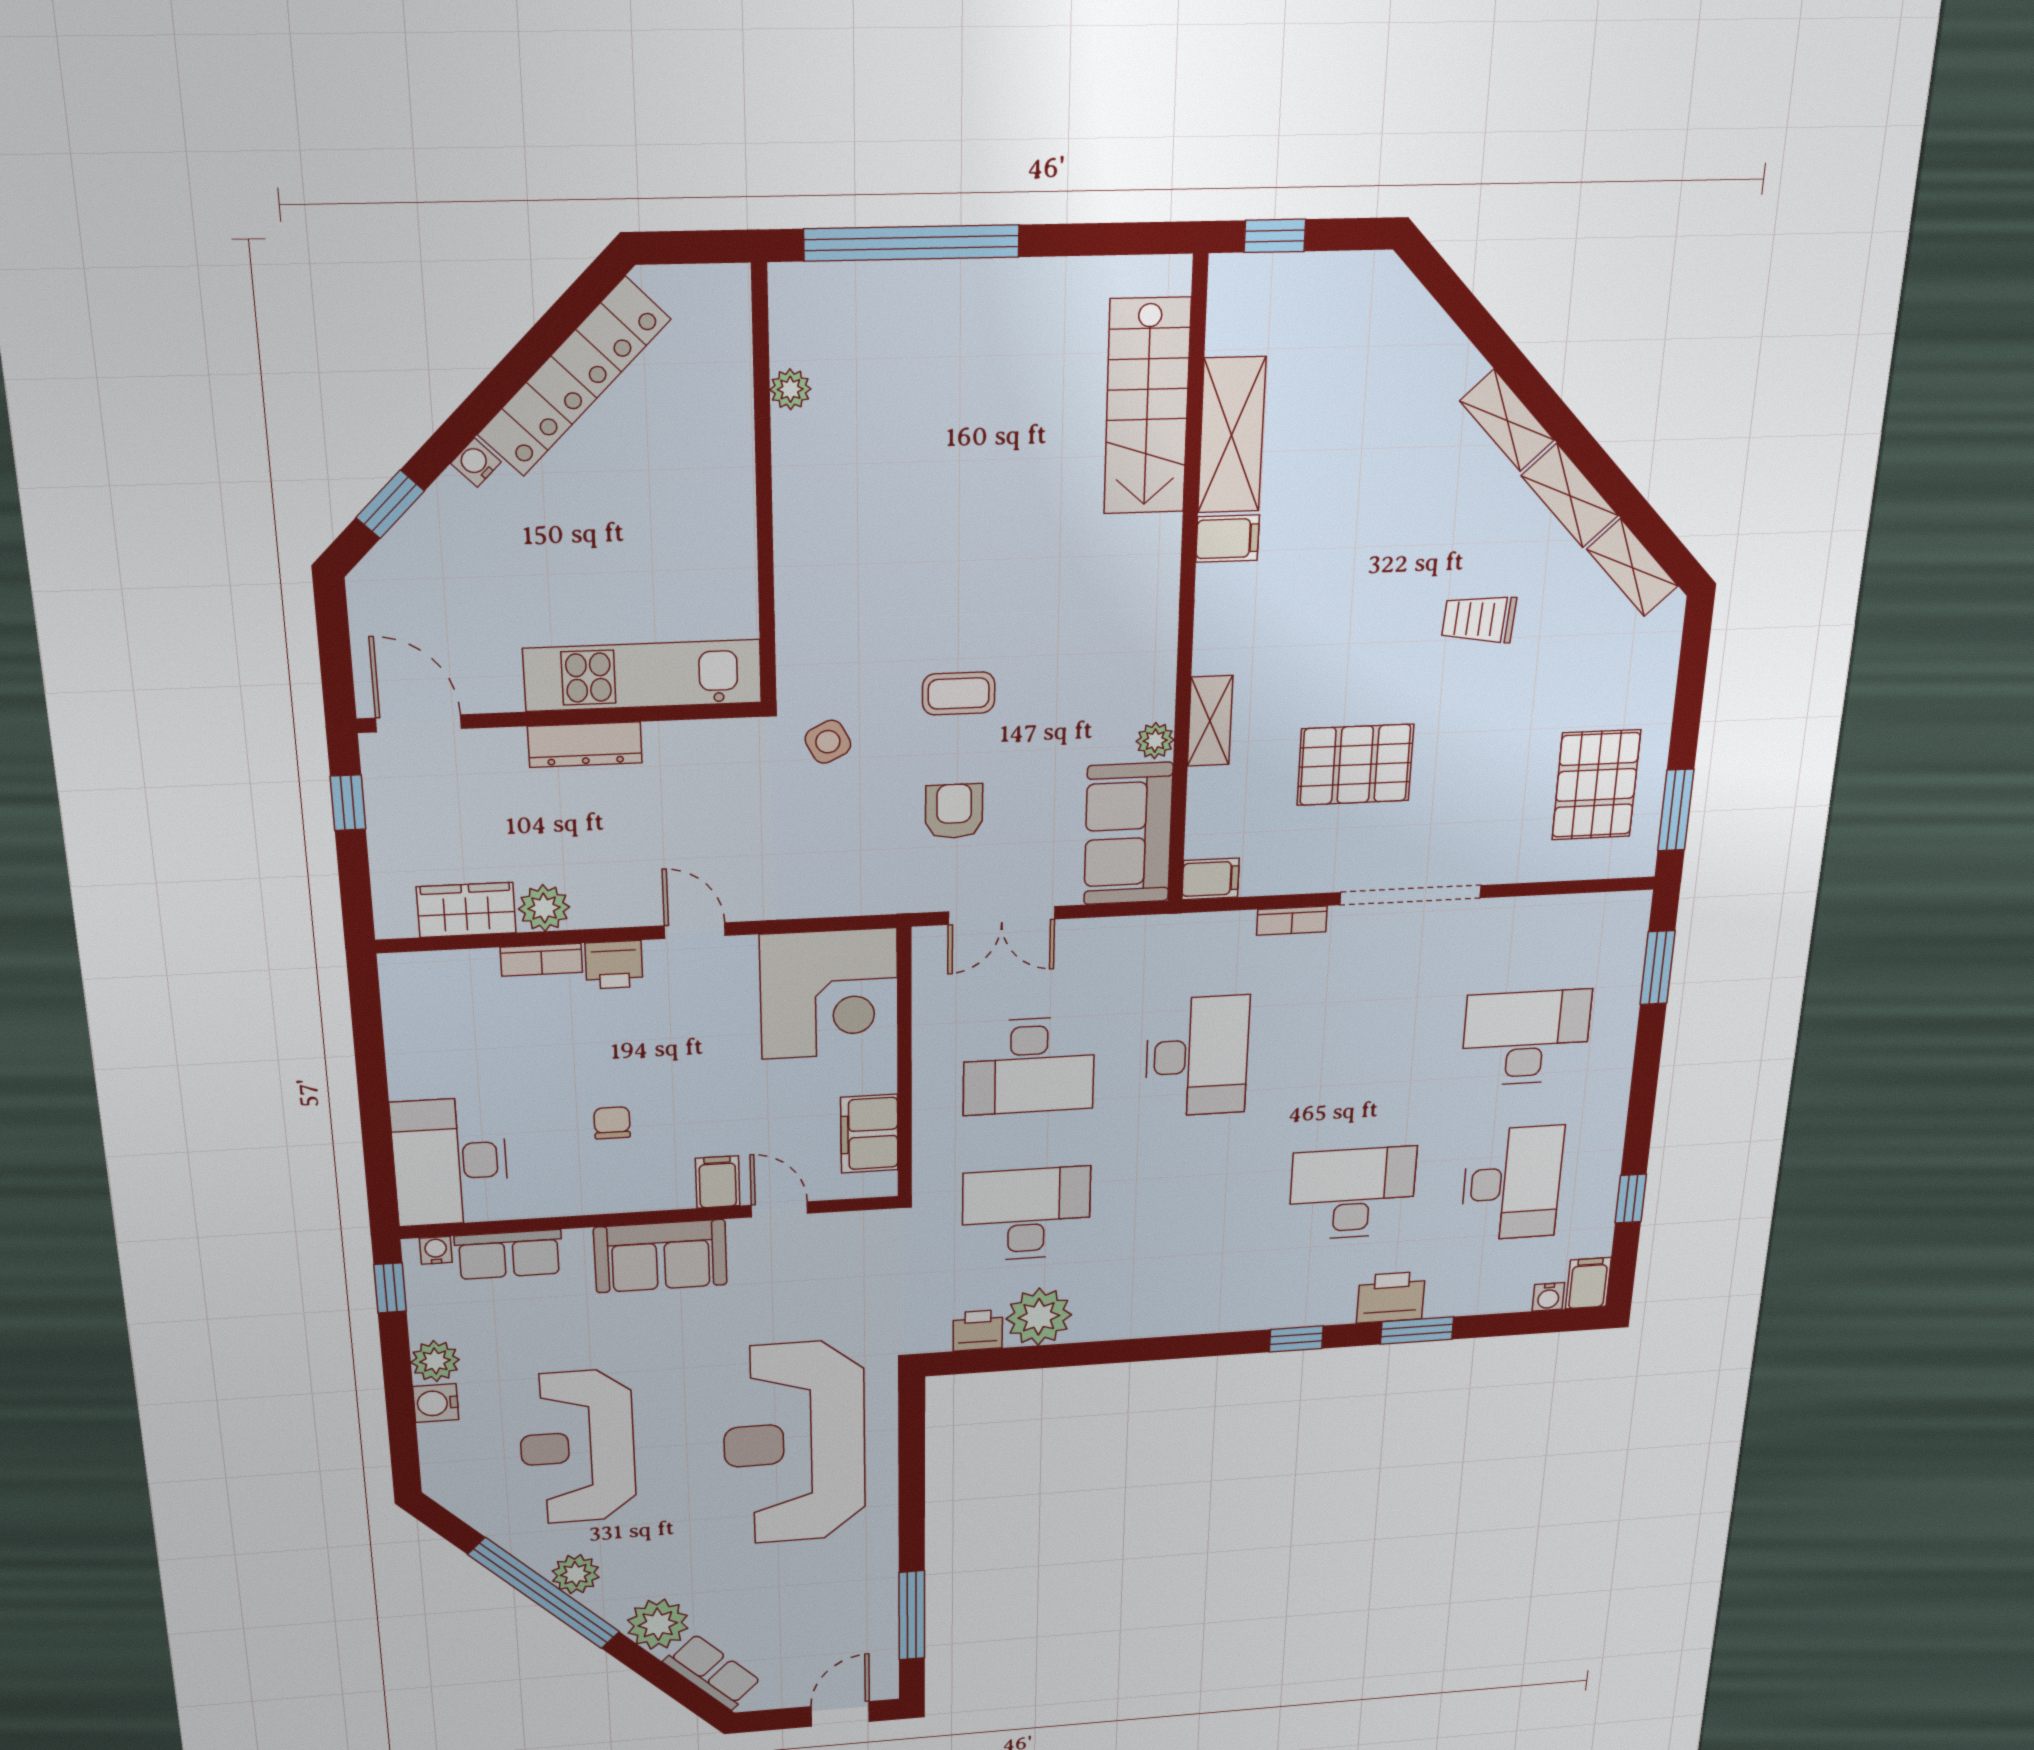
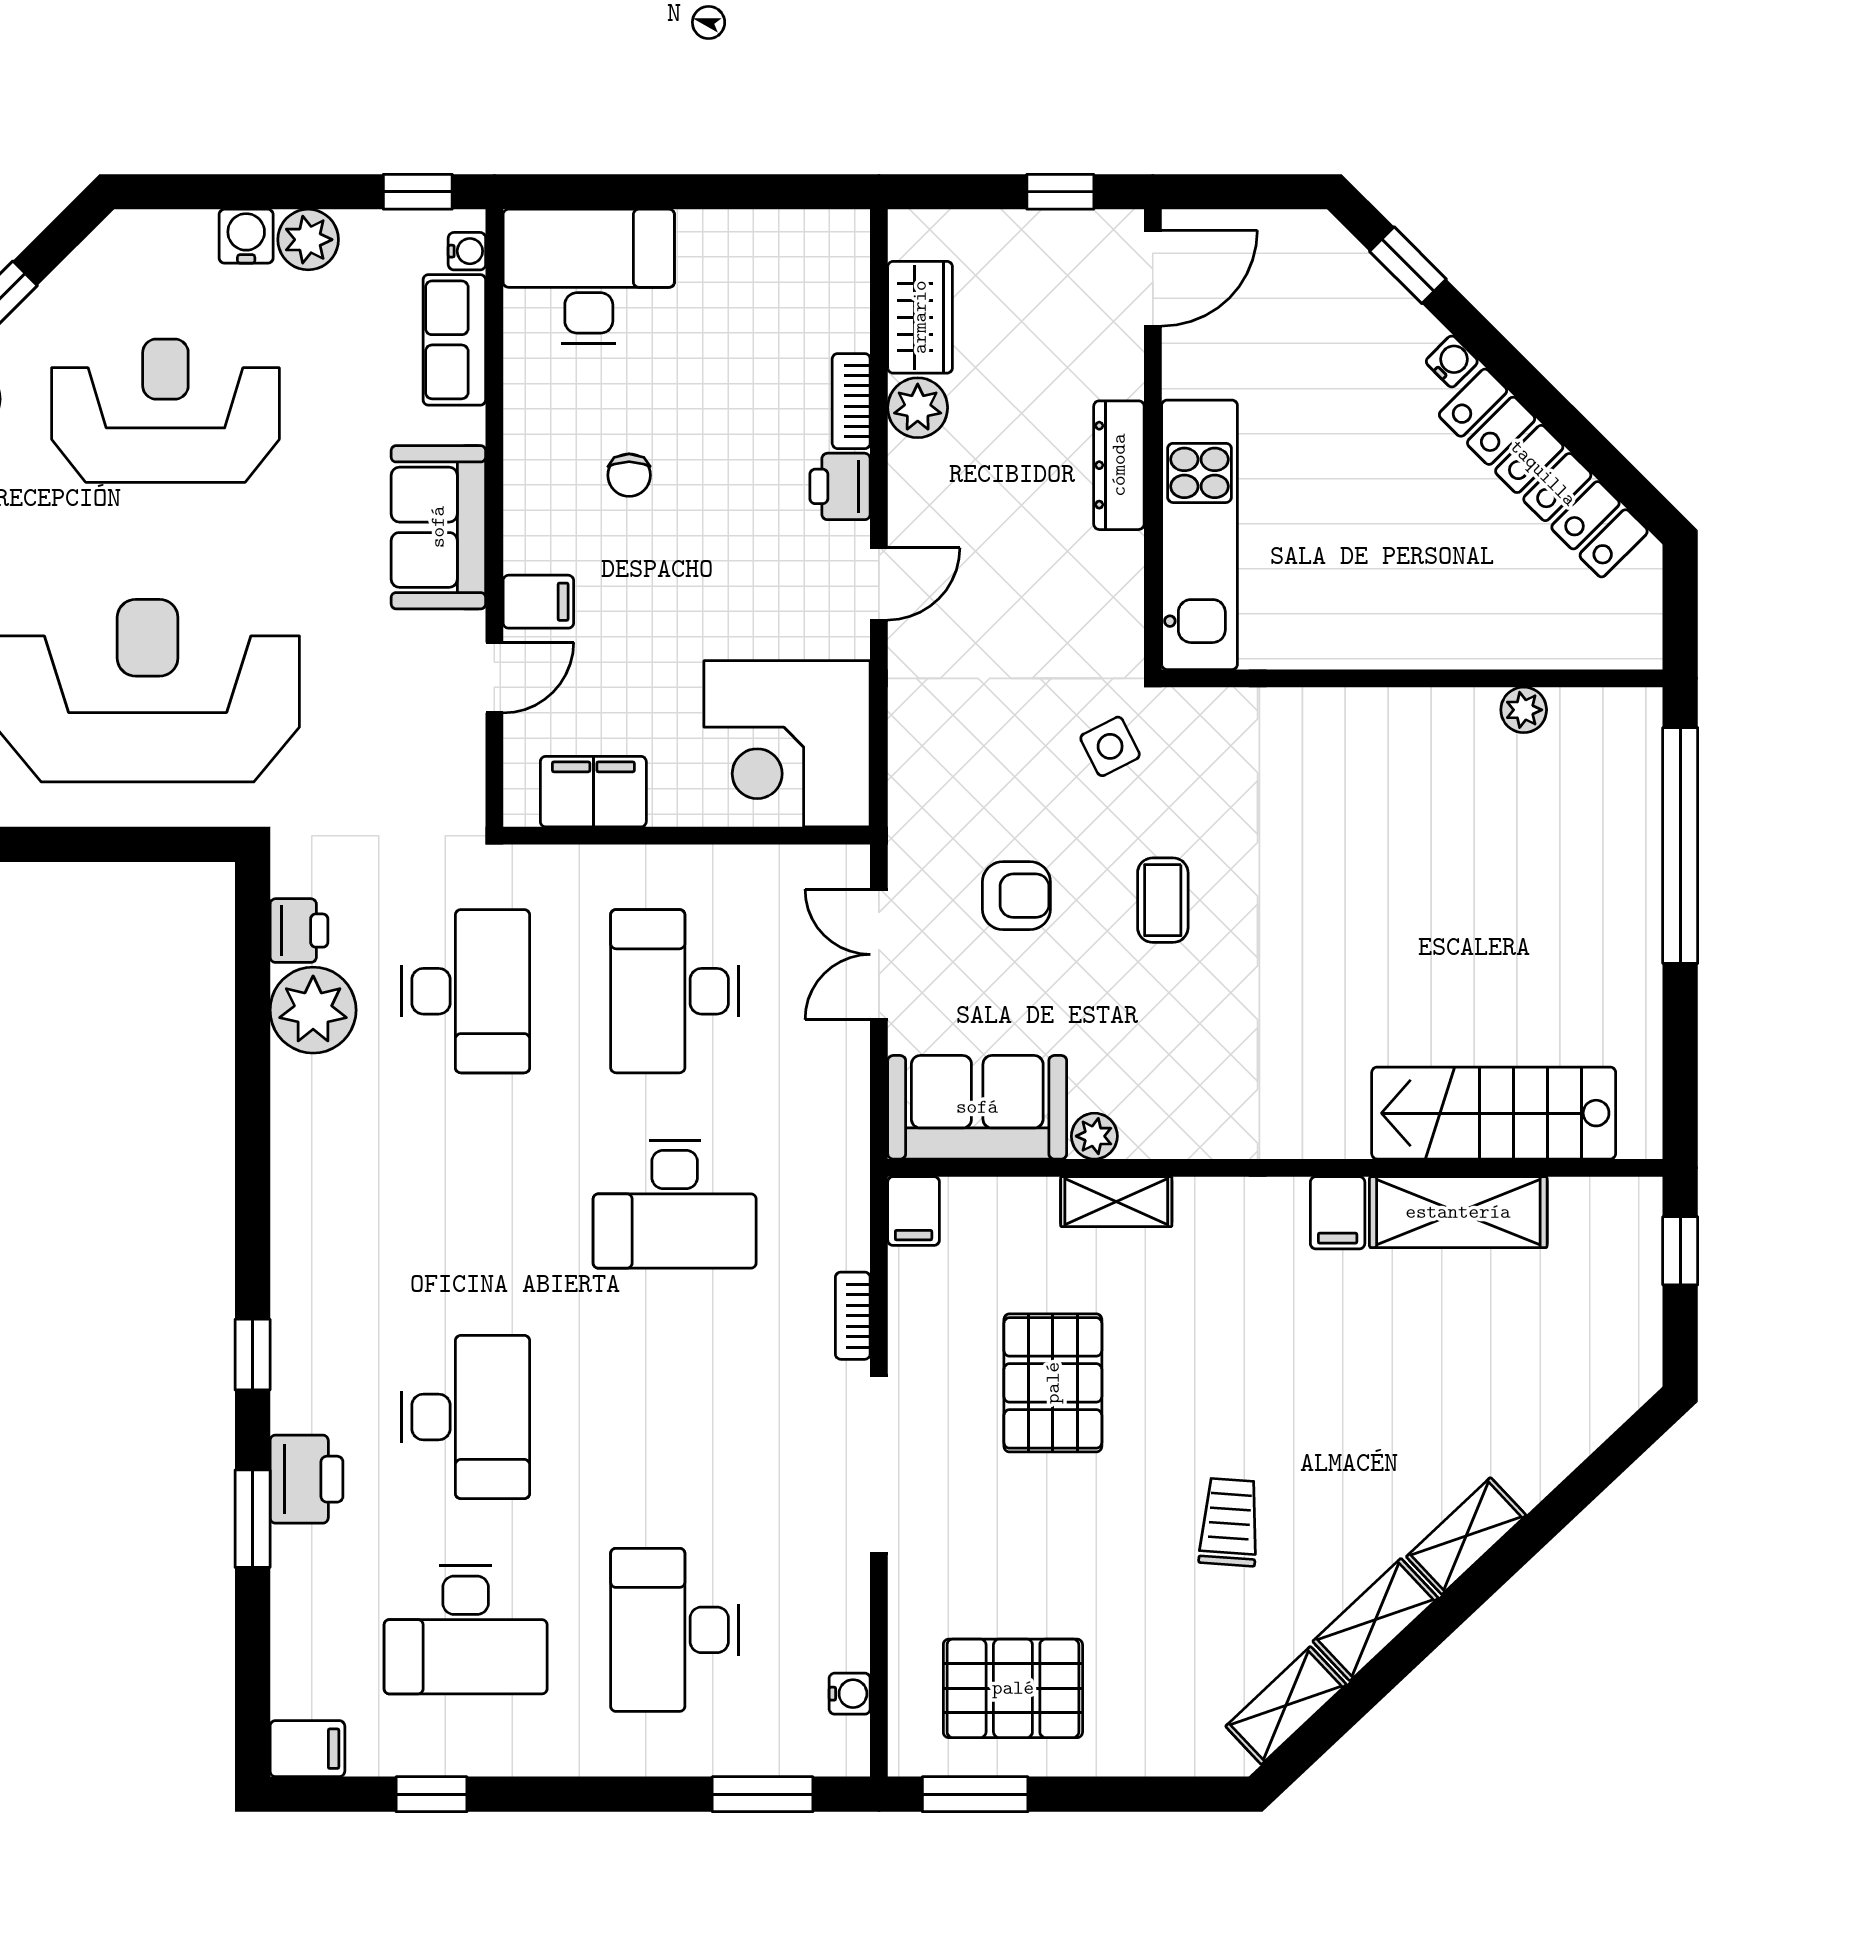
desk: (1526, 1038) -> (675, 1630), turned 180
chair: (612, 1123) -> (629, 475), turned 90
water cooler: (1548, 1297) -> (850, 1694), moved, turned 180

